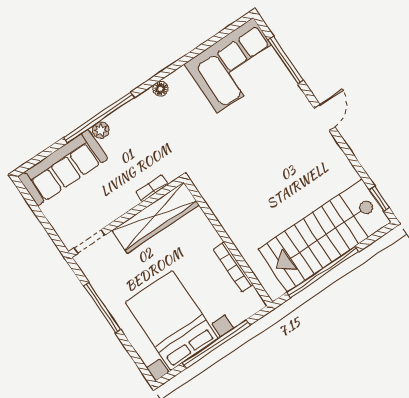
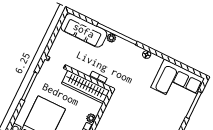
plant: (211, 238) -> (91, 118), added

